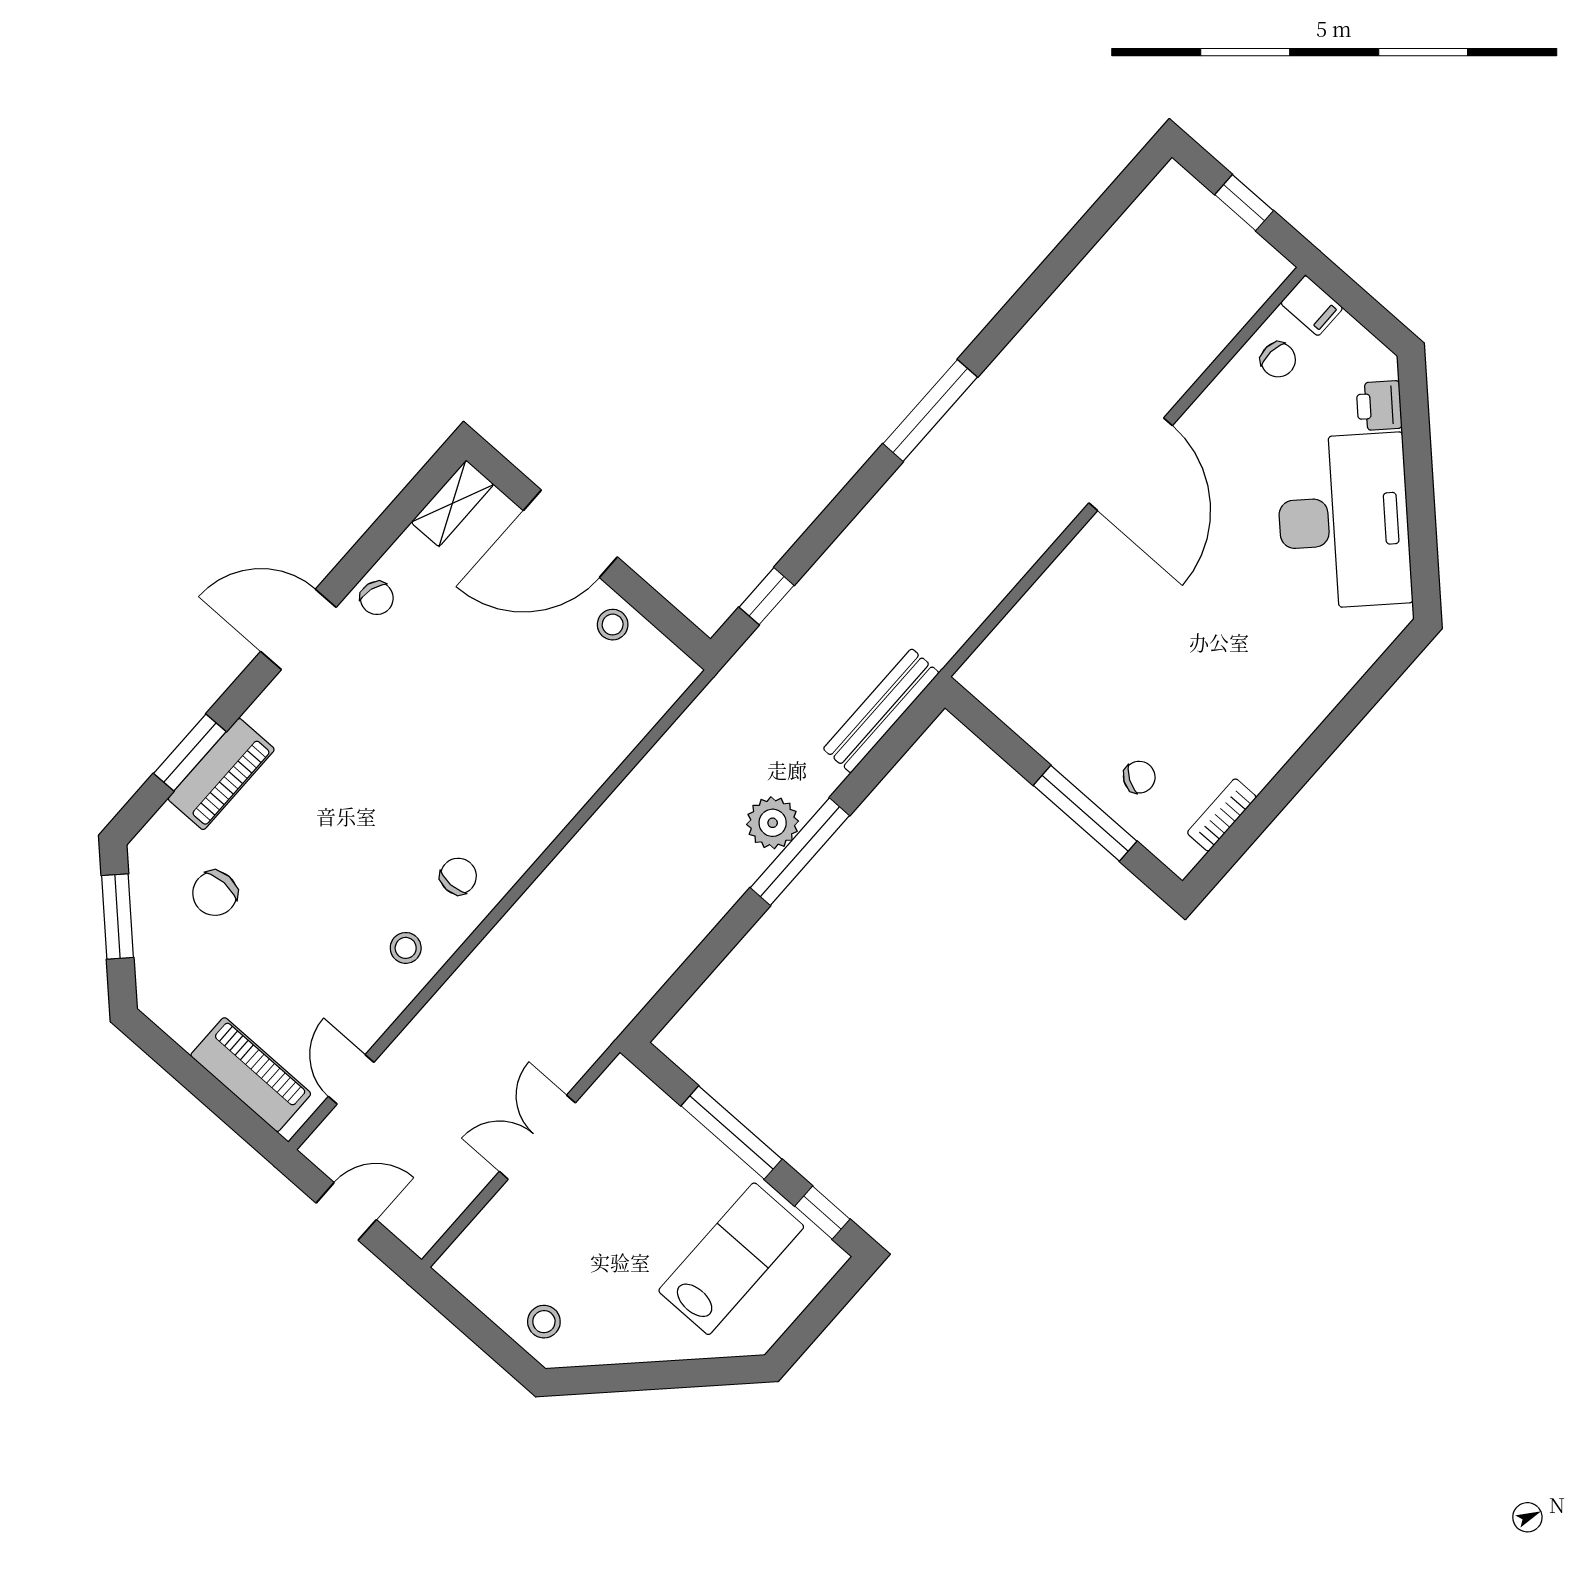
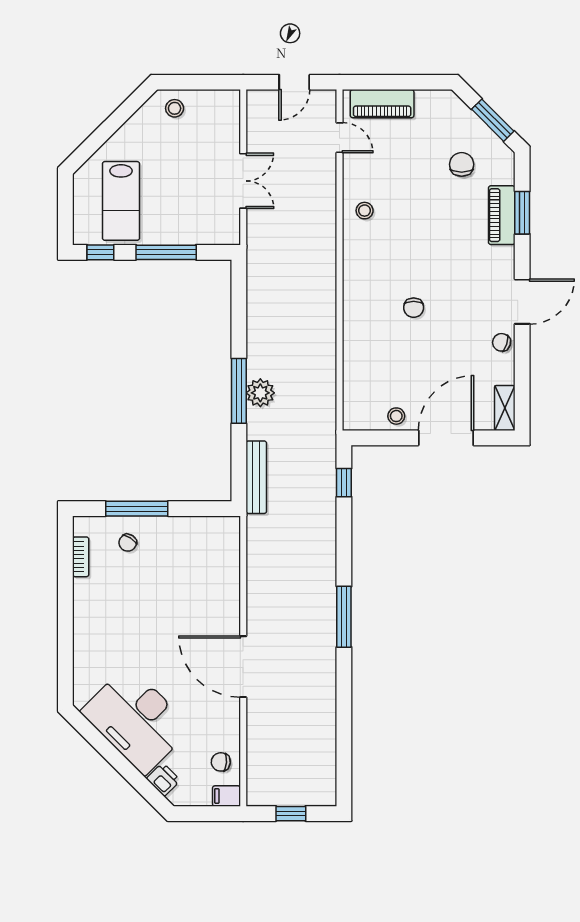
chair: (458, 876) -> (414, 308), moved

